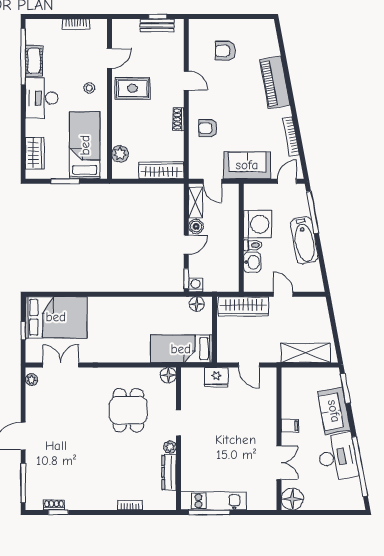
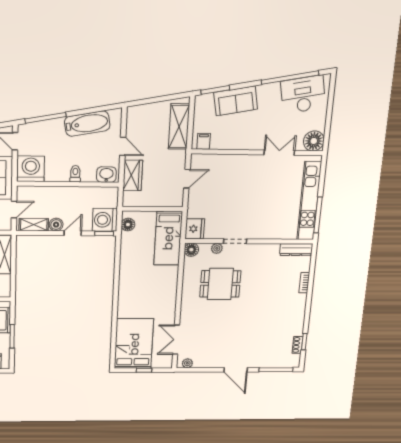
washing machine: (258, 224) -> (31, 169), moved
bathtub: (304, 240) -> (87, 124), moved
door: (186, 245) -> (73, 233), hinge flipped
washbasin: (252, 262) -> (106, 175), moved
washing machine: (196, 285) -> (105, 220), width x1.89, depth x1.89
door: (283, 294) -> (123, 146), swing flipped
wardrobe: (243, 306) -> (133, 175), width x0.67
fridge: (216, 377) -> (195, 229), moved
filing cabinet: (290, 426) -> (204, 141), moved
plant: (170, 447) -> (217, 248), moved
desk: (337, 457) -> (303, 95), moved
dresser: (169, 472) -> (296, 250), moved
kitchen unit: (214, 501) -> (309, 201), width x1.36

